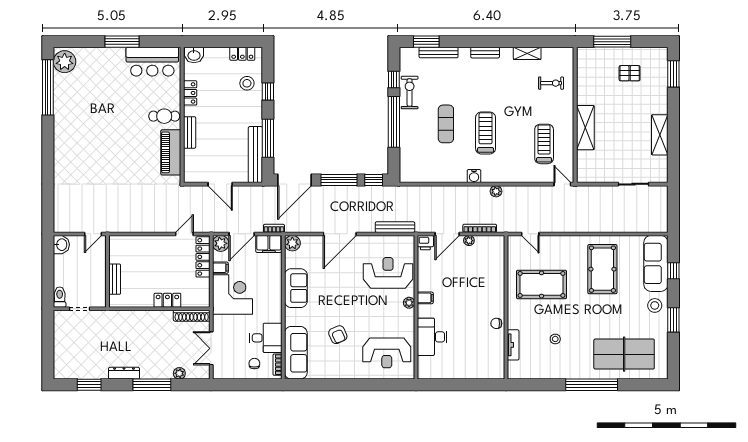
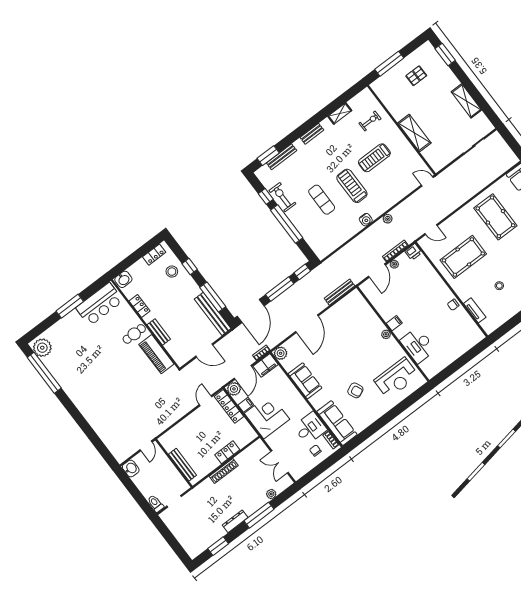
treadmill: (544, 144) -> (374, 158), moved, turned -90
printer: (425, 243) -> (413, 252), moved
reception desk: (388, 273) -> (358, 325), removed
bench: (115, 279) -> (183, 465), width x1.36
shoe rack: (192, 316) -> (224, 471), moved

